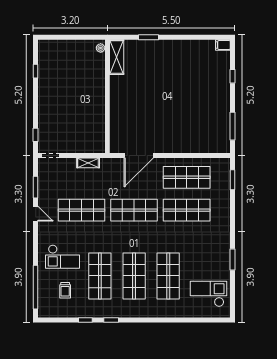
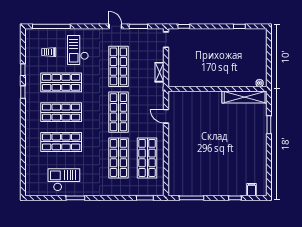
filing cabinet: (223, 45) -> (251, 190), moved
shelving: (117, 57) -> (245, 97), width x1.47
door: (139, 155) -> (166, 116), width x0.53
door: (36, 214) -> (115, 26), swing flipped
checkout: (209, 294) -> (64, 180), moved, turned -90

